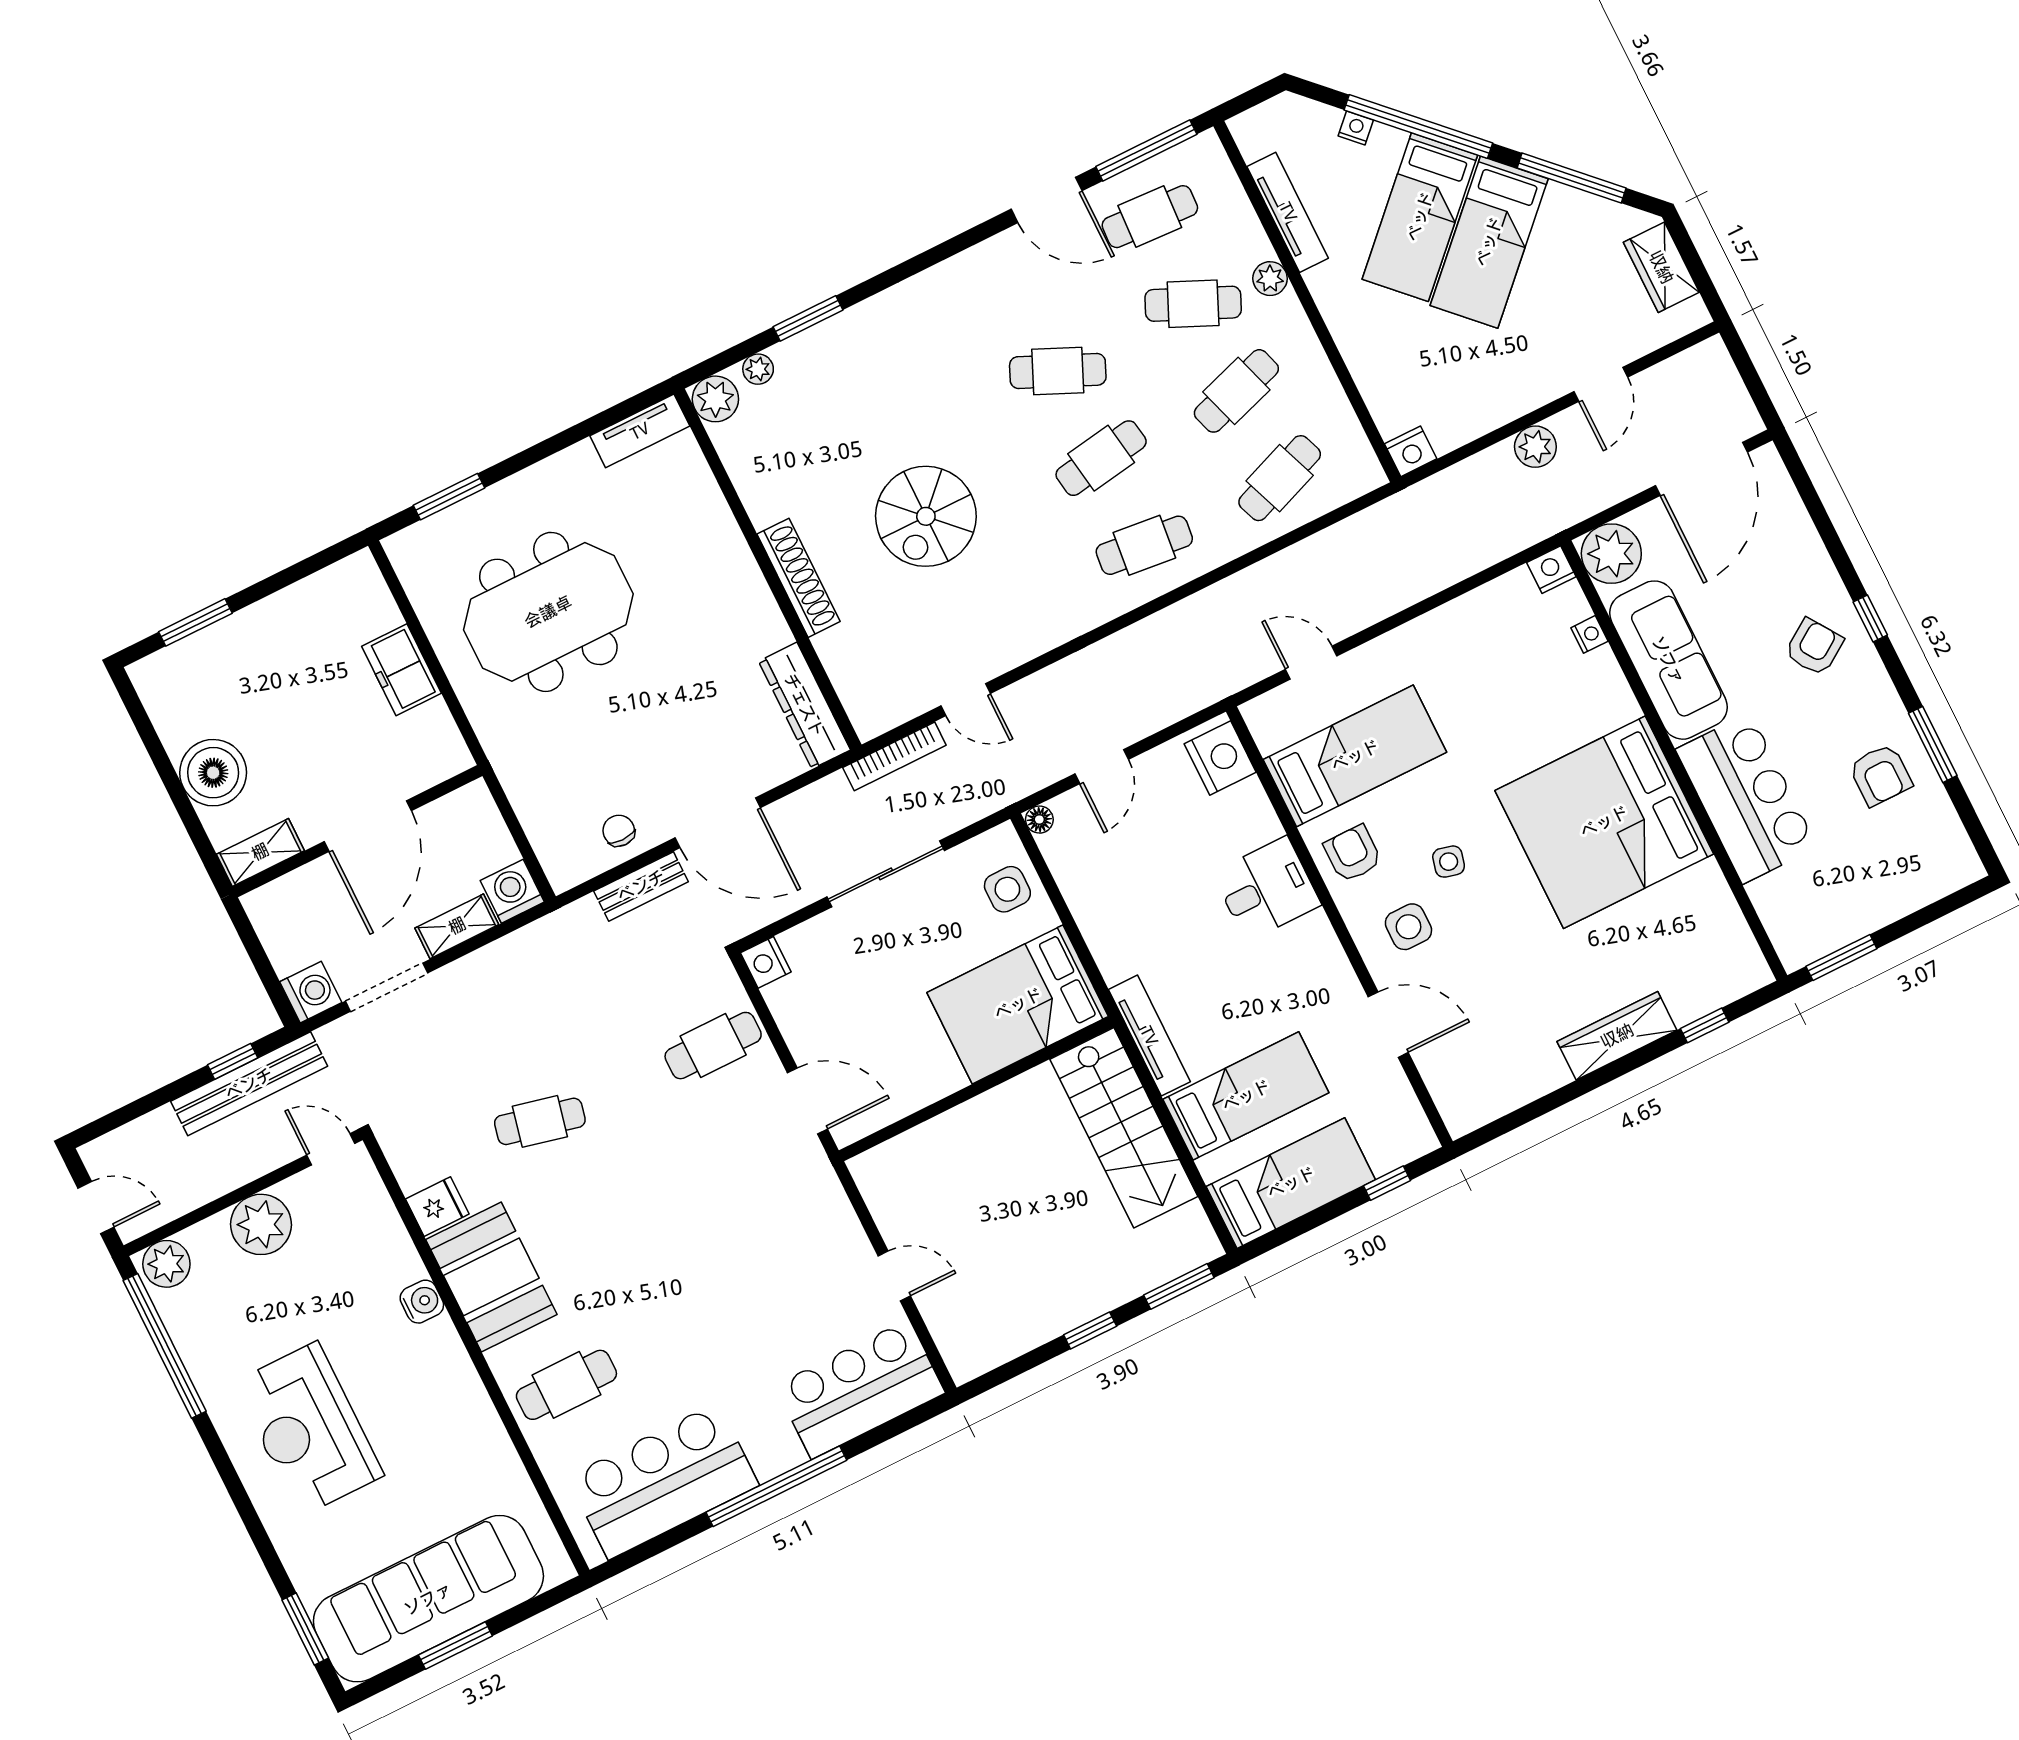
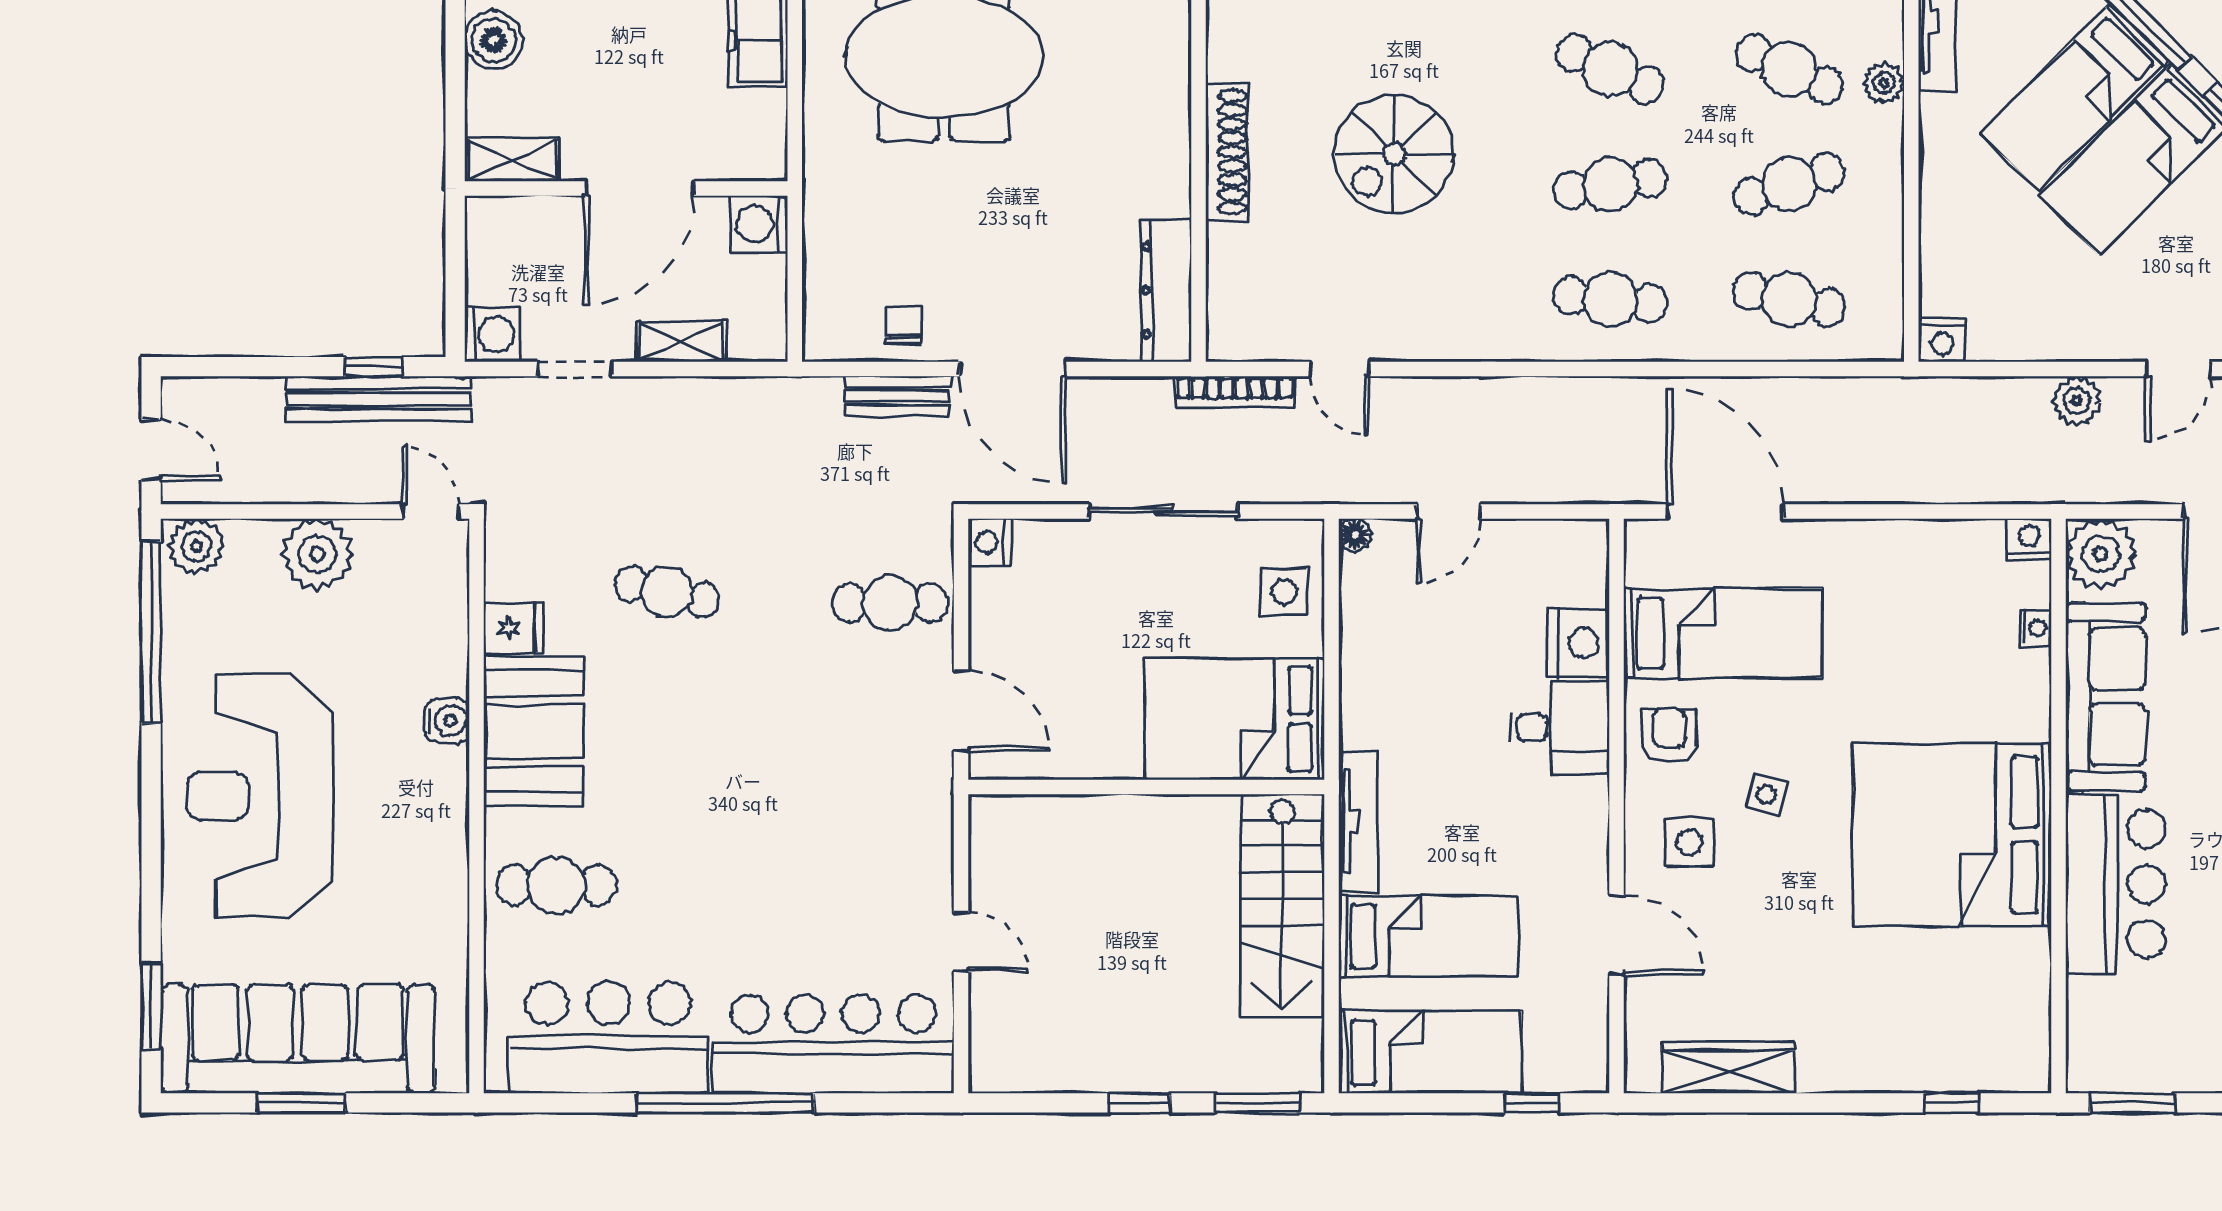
cafe table: (1280, 478) -> (1789, 299), turned 33
door: (1311, 663) -> (1725, 511), width x1.87
nightstand: (1220, 758) -> (1579, 643), moved
boiler: (213, 773) -> (493, 40), width x0.73, depth x0.73
washing machine: (512, 891) -> (759, 224), moved, turned -90
doorway: (386, 987) -> (575, 369), width x0.73
wardrobe: (1617, 1036) -> (1728, 1068), moved
bar counter: (860, 1389) -> (833, 1044), width x1.36
reception desk: (309, 1429) -> (260, 796), width x1.36, depth x1.30

